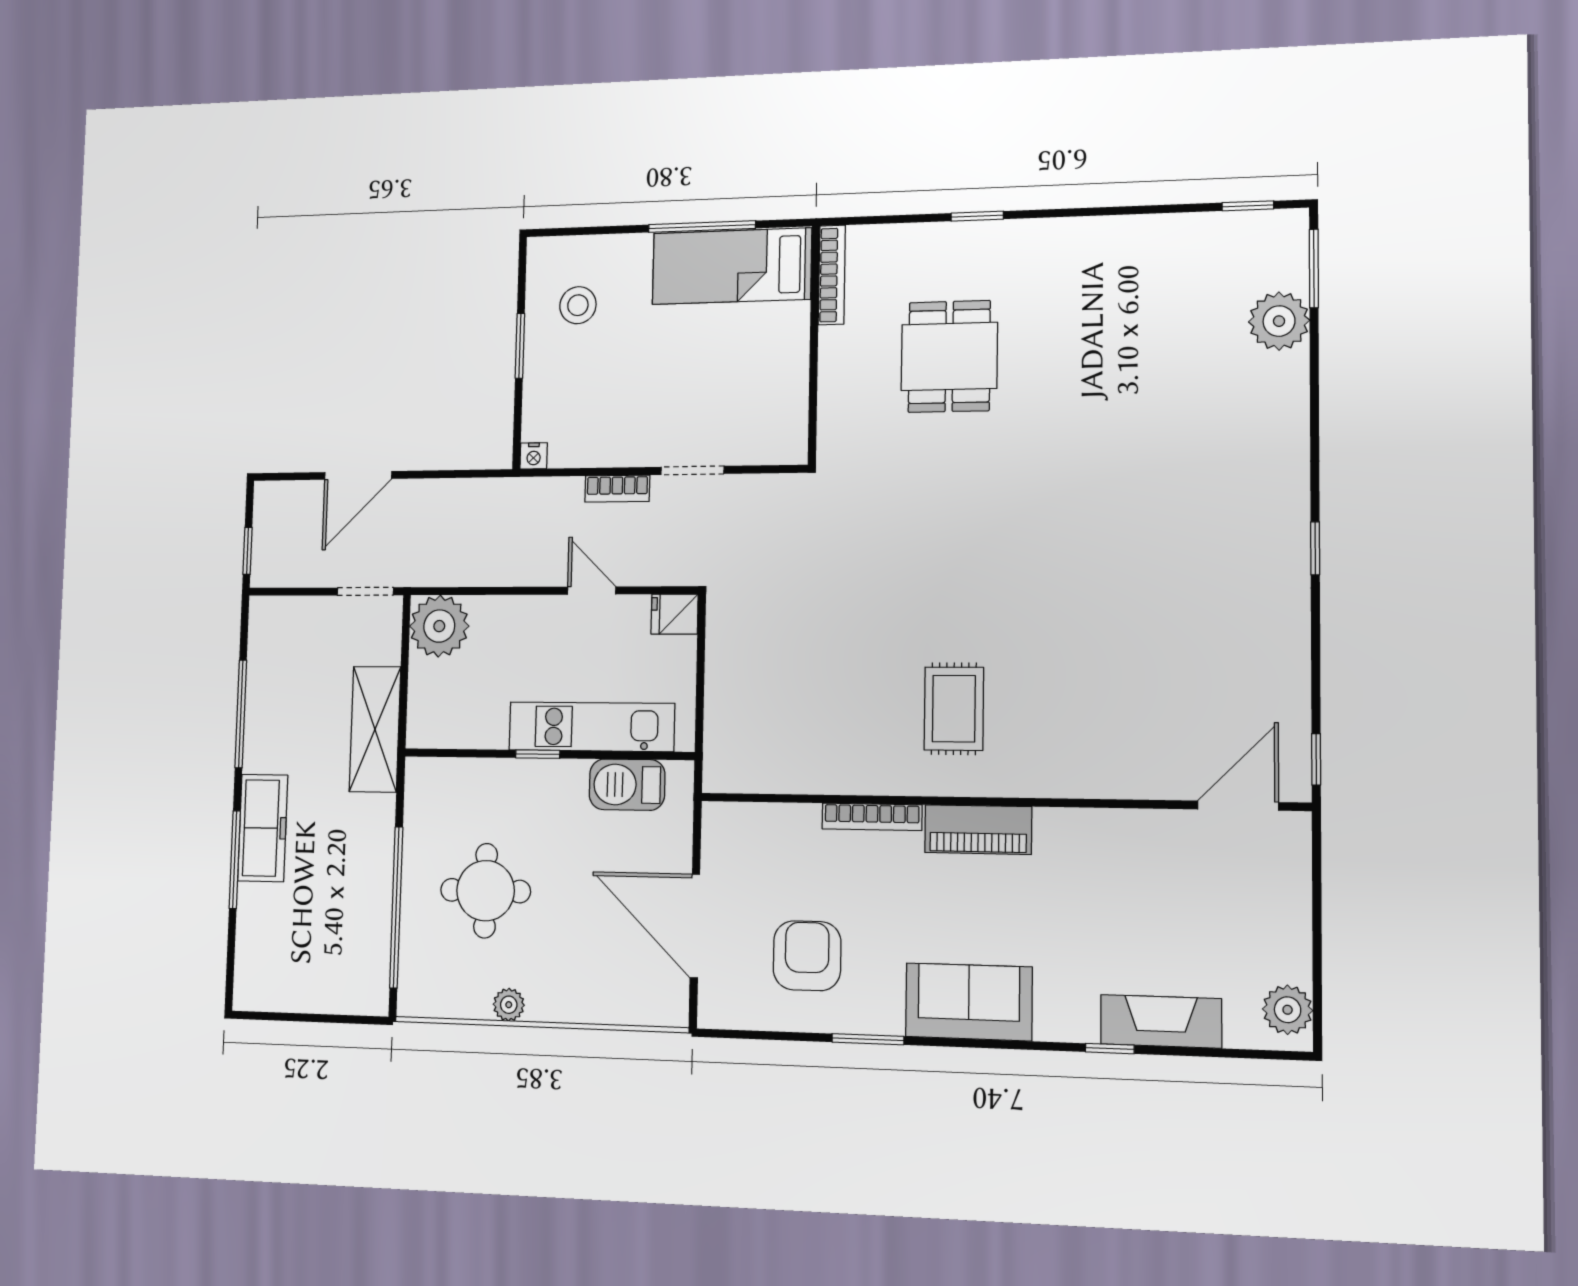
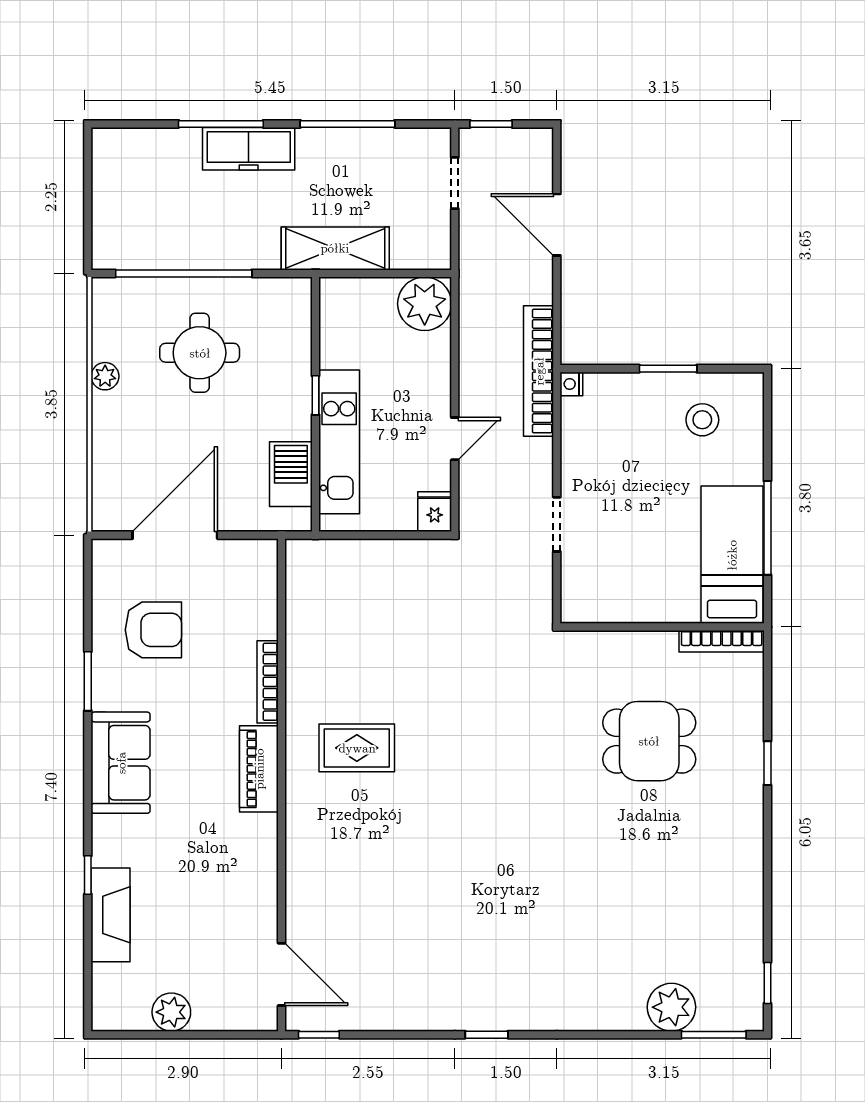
bookcase: (617, 489) -> (539, 371), moved, width x2.31, depth x1.31
doorway: (365, 591) -> (455, 183), moved
plant: (1288, 1010) -> (171, 1012), moved

